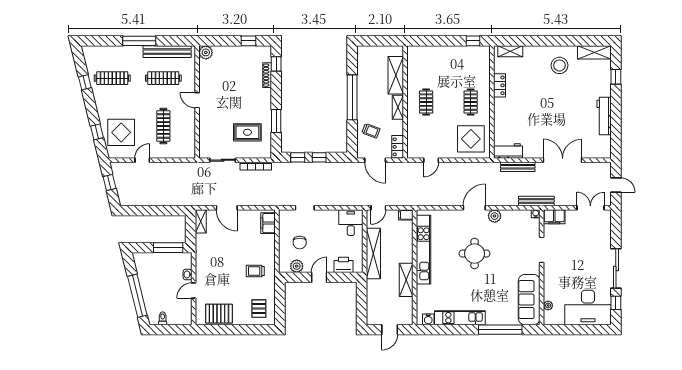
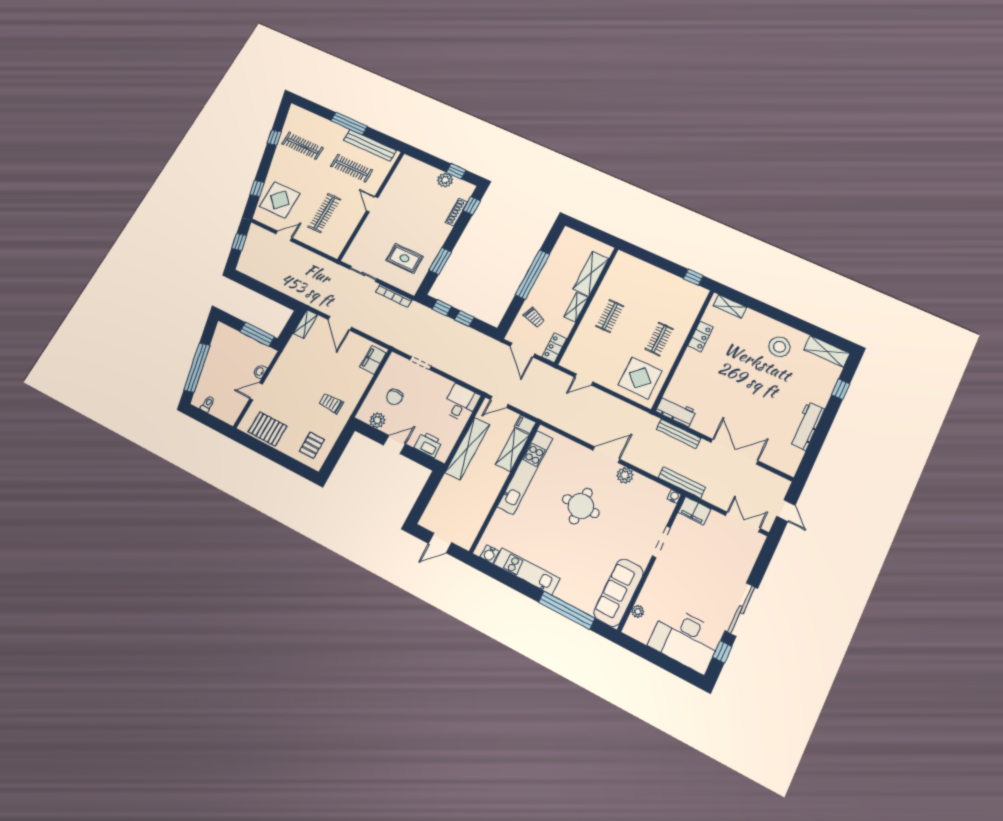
plant: (206, 52) -> (445, 180), moved
shelving: (406, 280) -> (512, 450), moved

